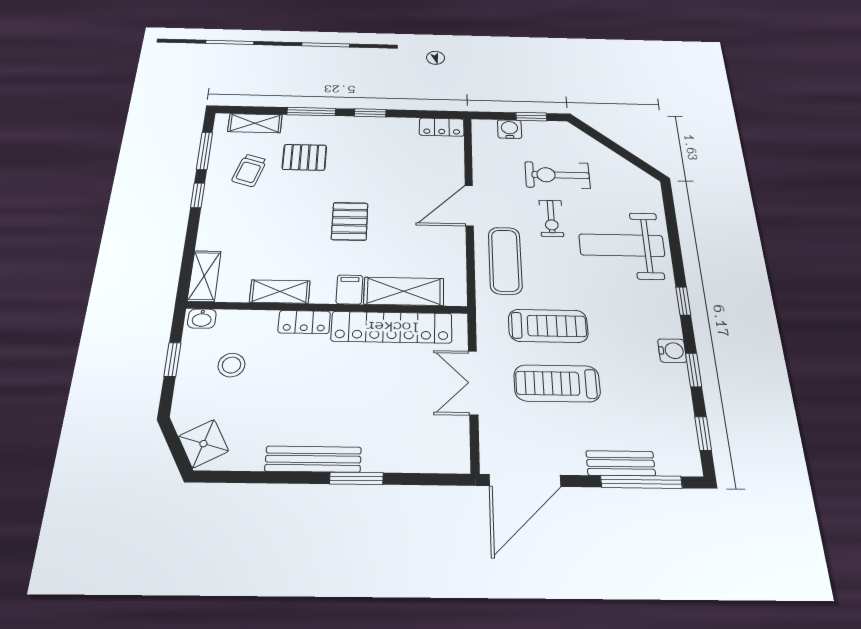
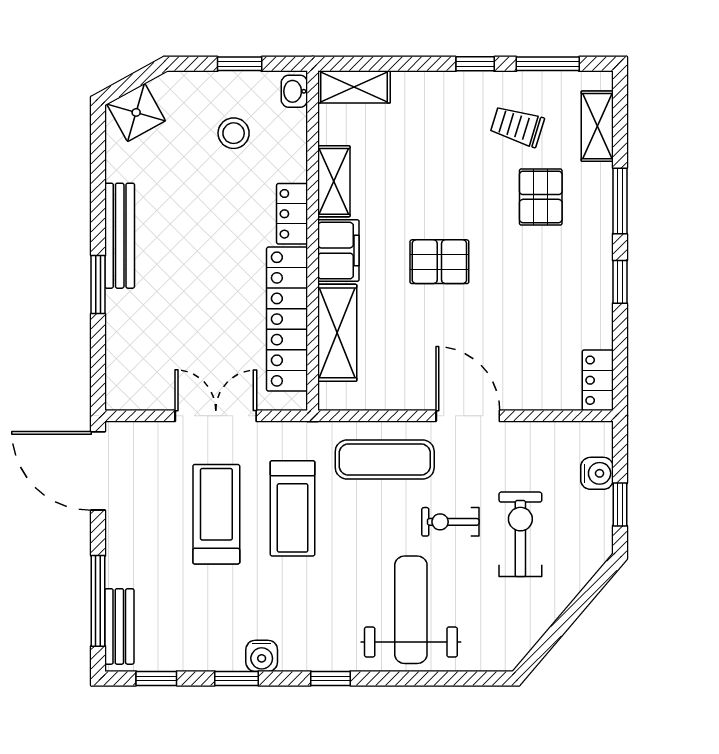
filing cabinet: (349, 290) -> (338, 251), width x2.00
bench: (621, 463) -> (119, 626), moved

